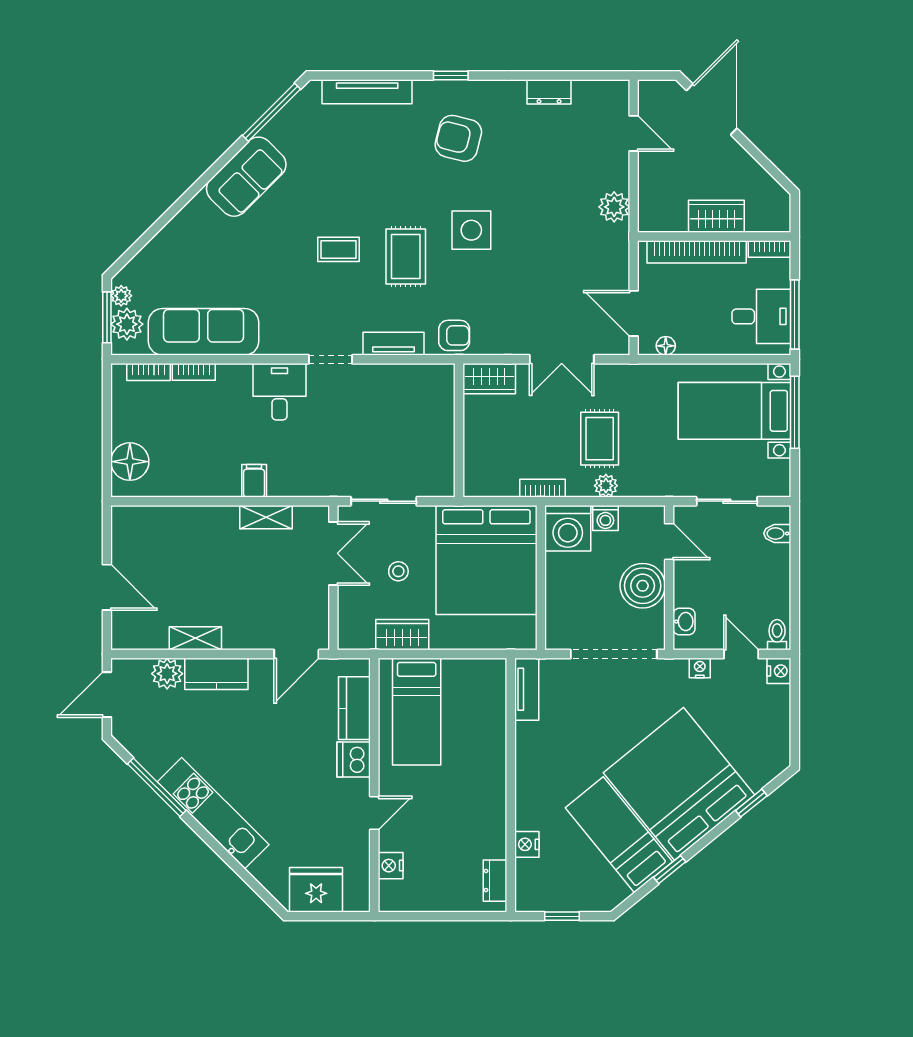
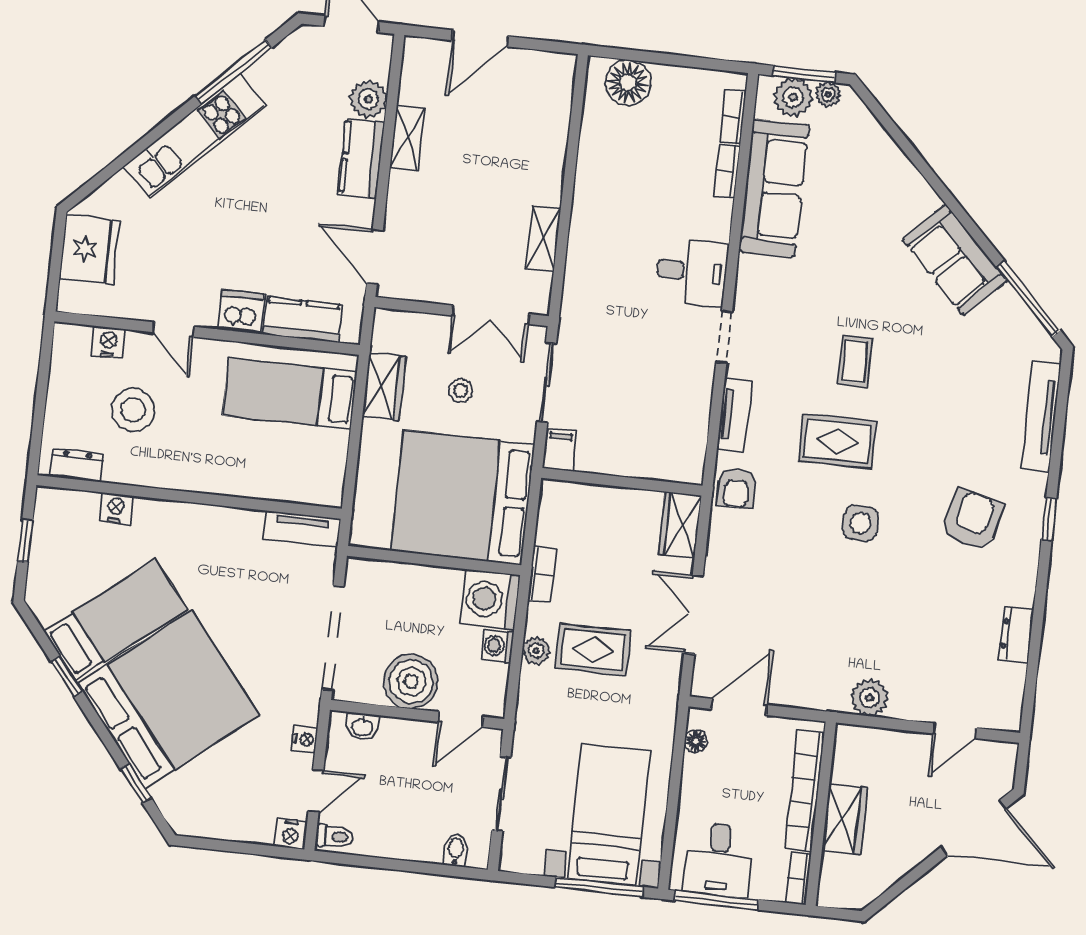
side table: (471, 230) -> (860, 523), width x0.73, depth x0.73
filing cabinet: (254, 481) -> (559, 450), moved, turned -90
stool: (444, 839) -> (133, 410), added

